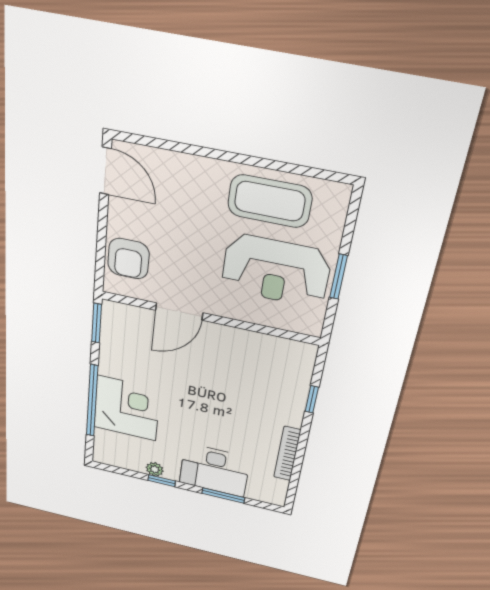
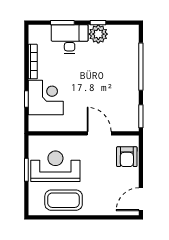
door: (105, 171) -> (141, 199), hinge flipped
armchair: (128, 259) -> (127, 157), turned 180
door: (179, 311) -> (99, 133), hinge flipped
corner desk: (127, 408) -> (46, 98), moved, turned 180
plant: (155, 469) -> (98, 34), width x1.87, depth x1.87

